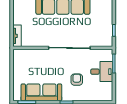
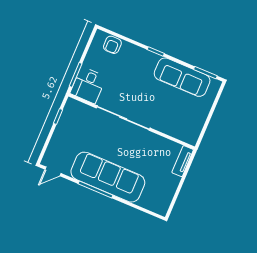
desk: (102, 72) -> (88, 85), moved, turned -90
armchair: (77, 80) -> (112, 45), moved

